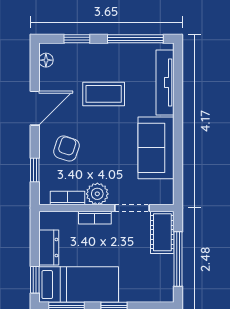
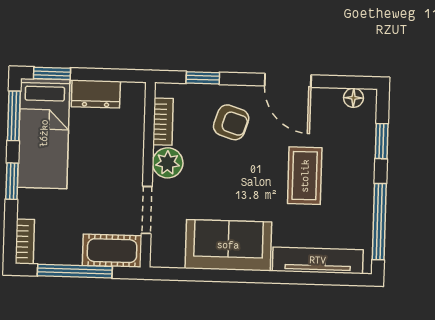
bookcase: (95, 218) -> (25, 242), moved, turned 180

